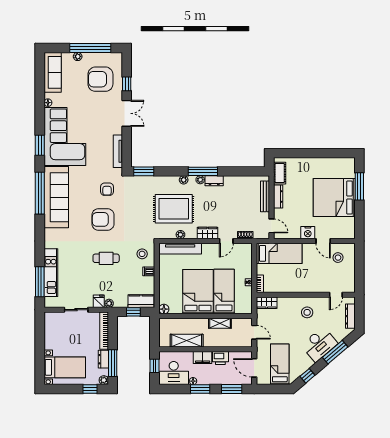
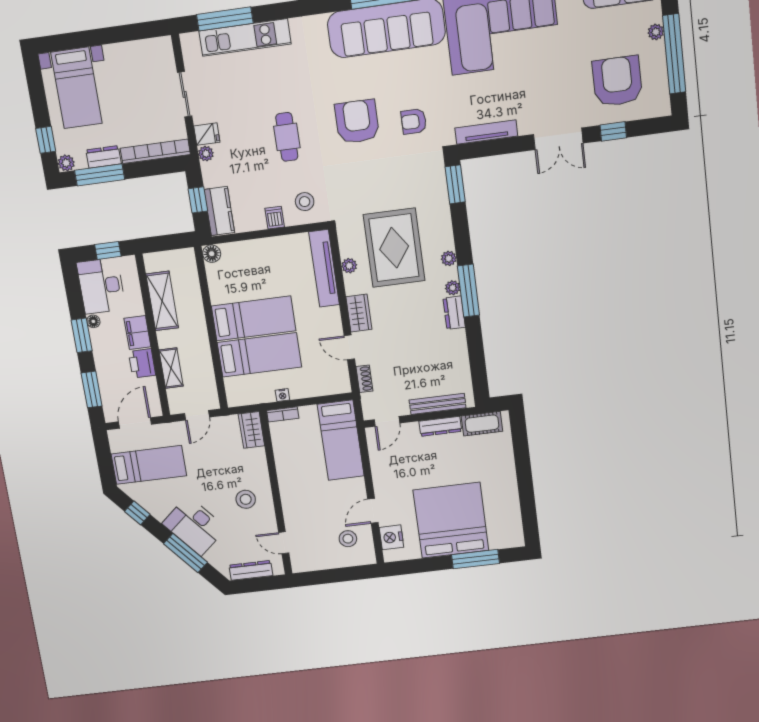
nightstand: (308, 233) -> (391, 537), moved
bed: (198, 292) -> (254, 318), width x0.67
shelving: (220, 323) -> (171, 368), moved

